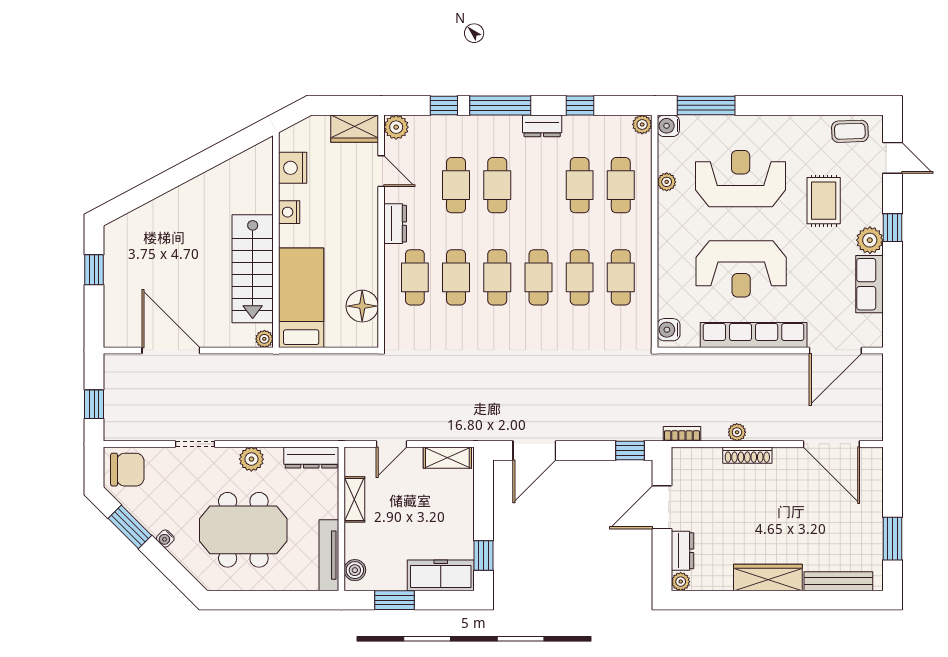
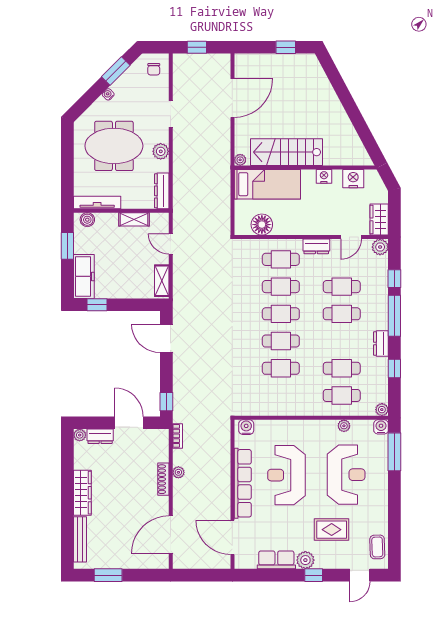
cafe table: (621, 277) -> (281, 395), removed
chair: (127, 470) -> (154, 69), width x0.54, depth x0.54
meeting table: (243, 530) -> (114, 146), turned 90

